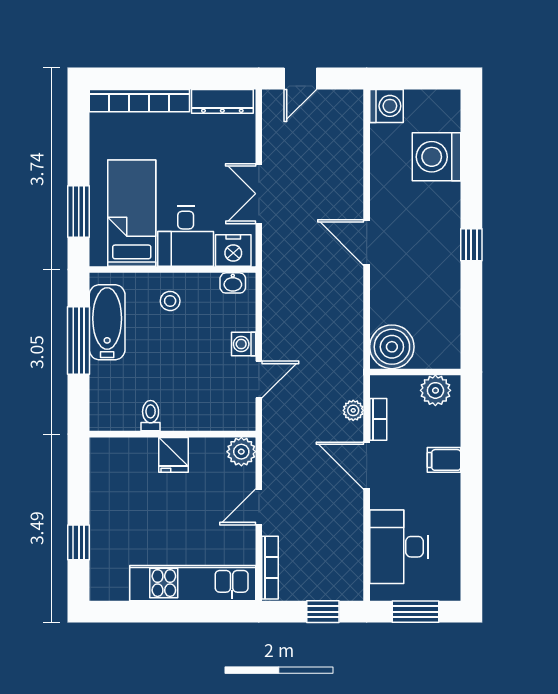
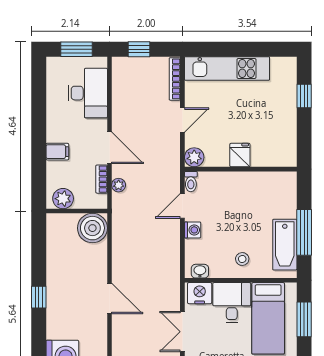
double door: (259, 194) -> (182, 332), swing flipped
toilet: (151, 416) -> (191, 182), moved

